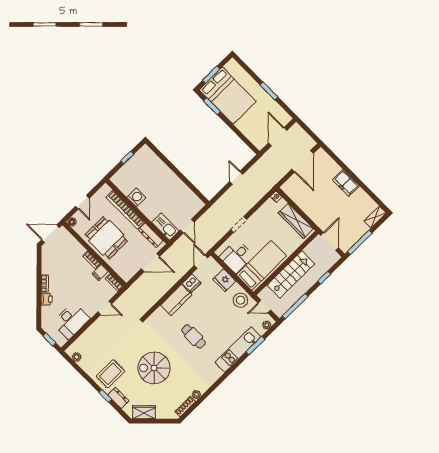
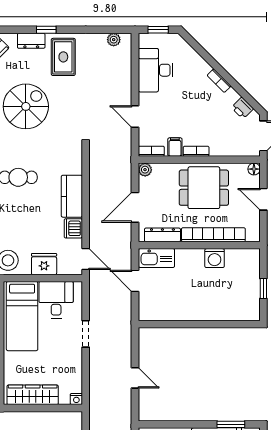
plant: (126, 276) -> (145, 170), added
printer: (47, 299) -> (242, 108), moved
door: (105, 308) -> (135, 117), hinge flipped

